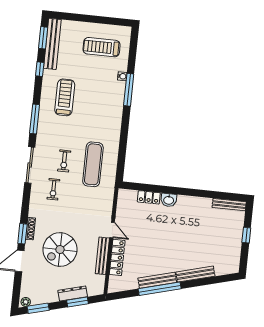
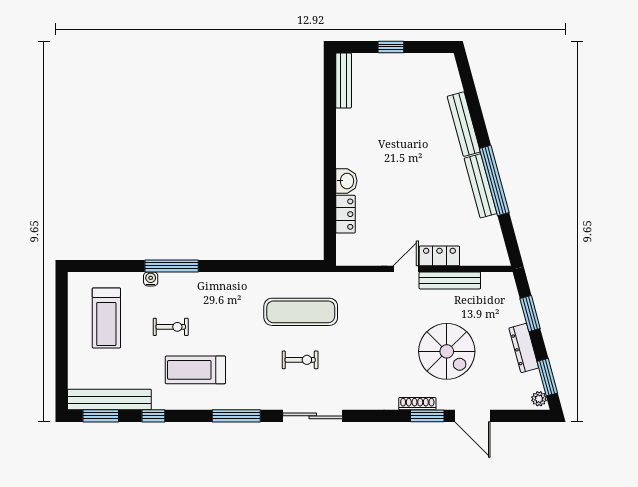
exercise bike: (53, 189) -> (171, 327), moved
locker: (117, 257) -> (439, 256), width x0.66
dresser: (73, 294) -> (524, 348), moved

